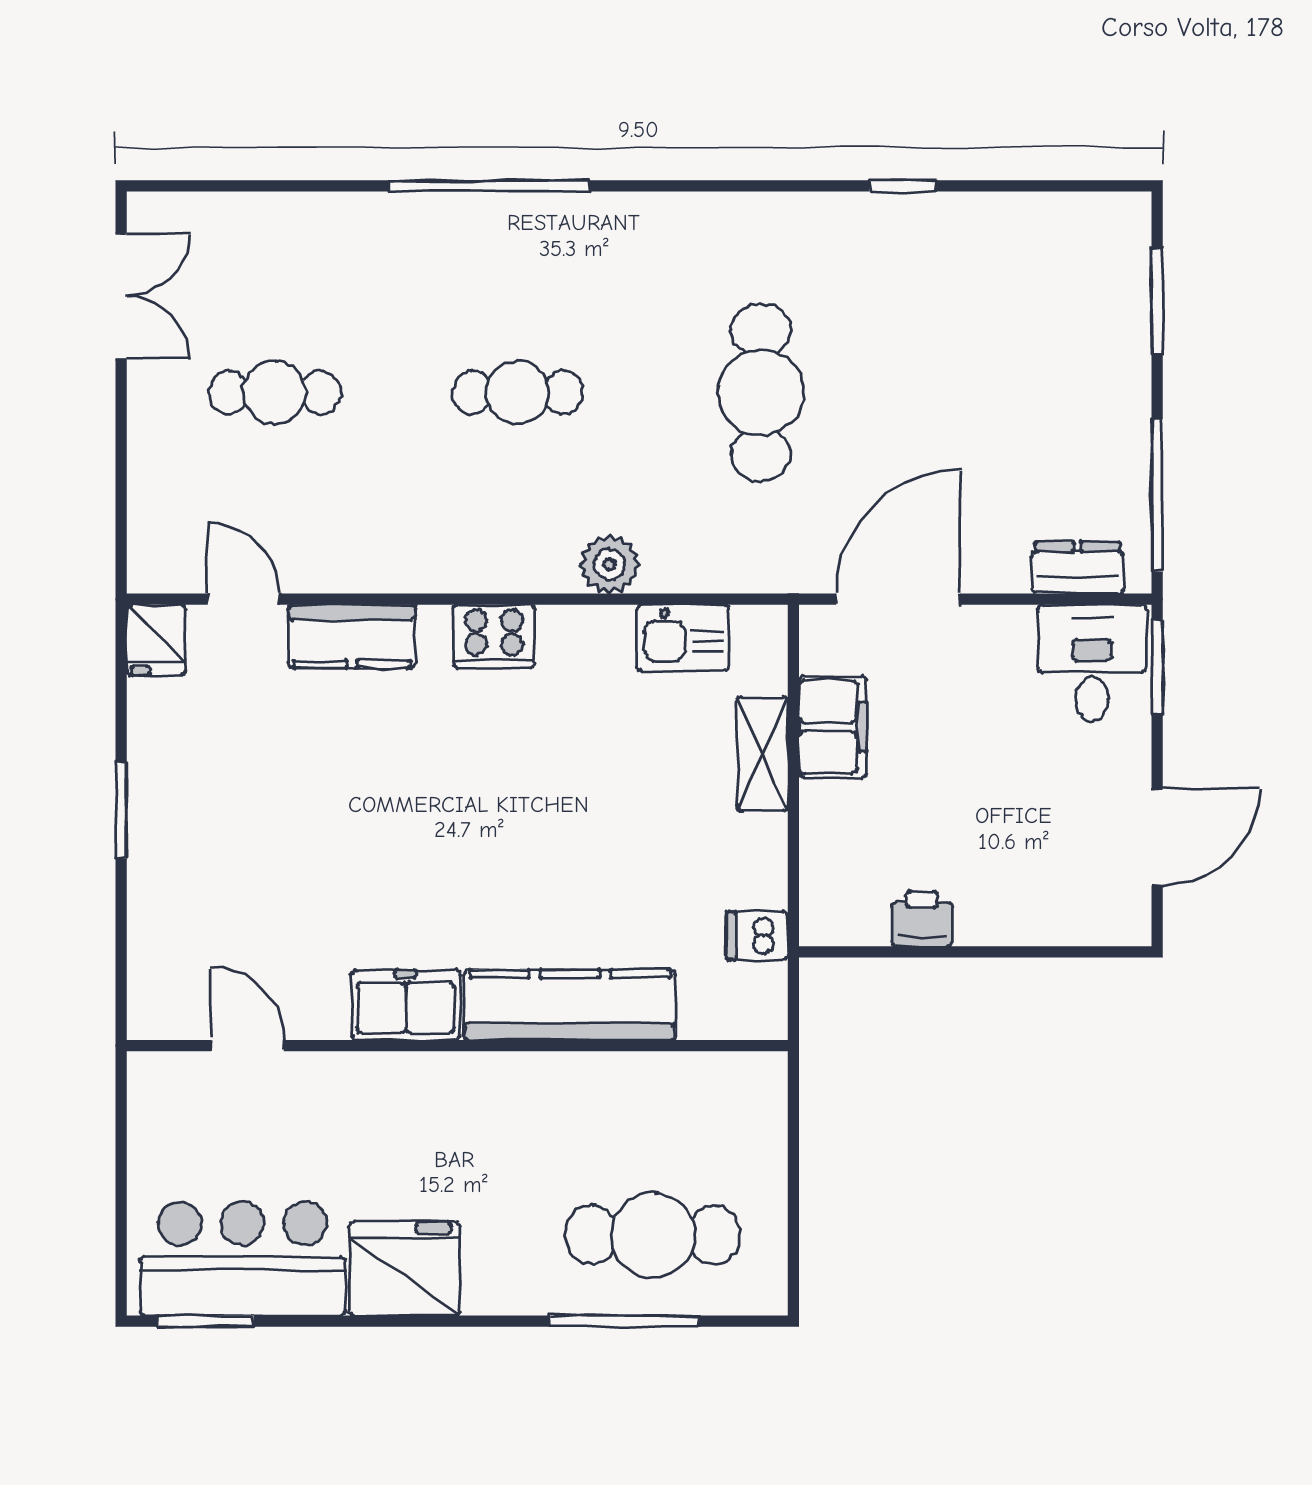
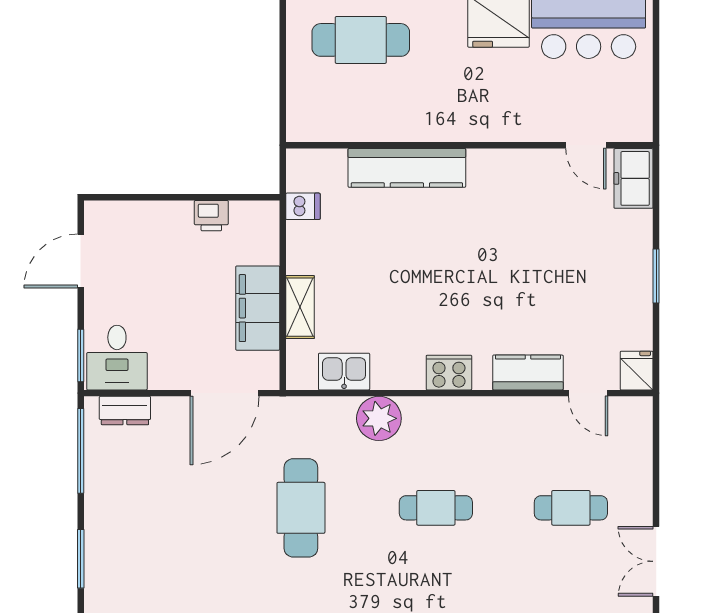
plant: (609, 564) -> (379, 418), width x1.36, depth x1.36
filing cabinet: (833, 727) -> (258, 308), width x1.50, depth x1.17
freezer: (406, 1005) -> (633, 178), moved, turned 90

